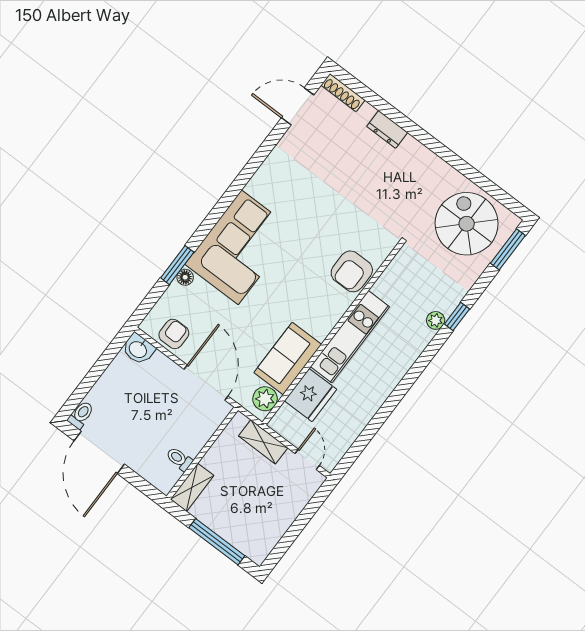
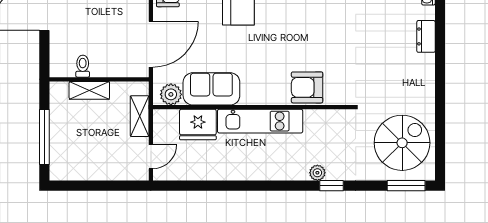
shelving: (192, 487) -> (89, 90), moved

